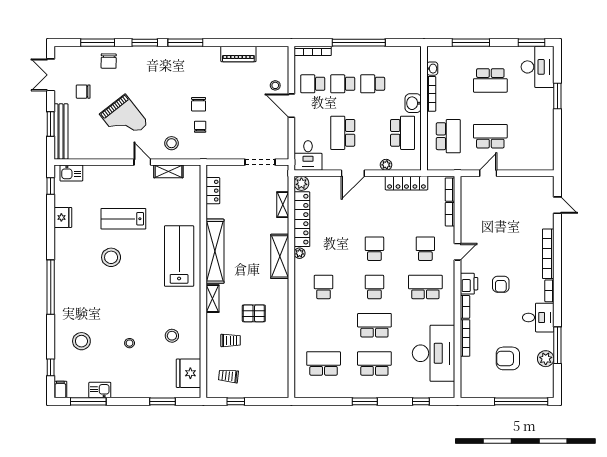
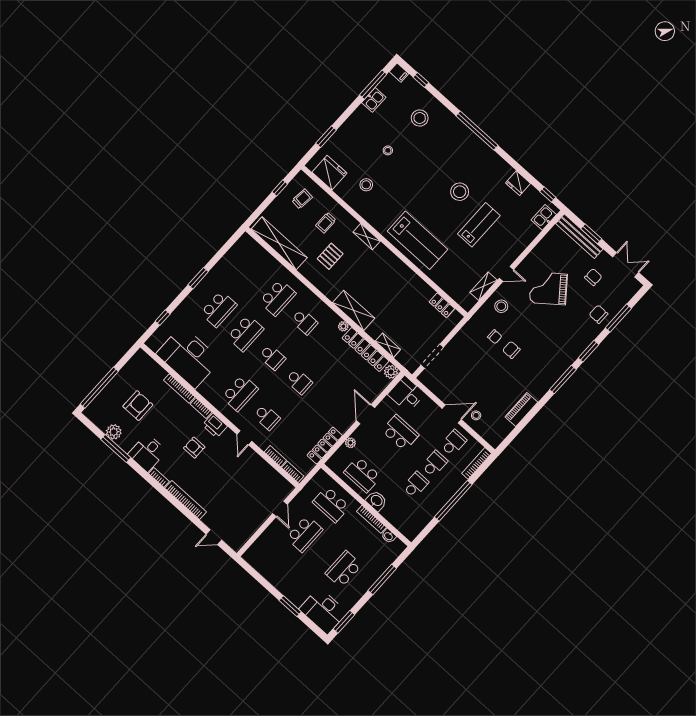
shelving: (215, 251) -> (279, 243), moved
school desk: (324, 363) -> (278, 298), moved

